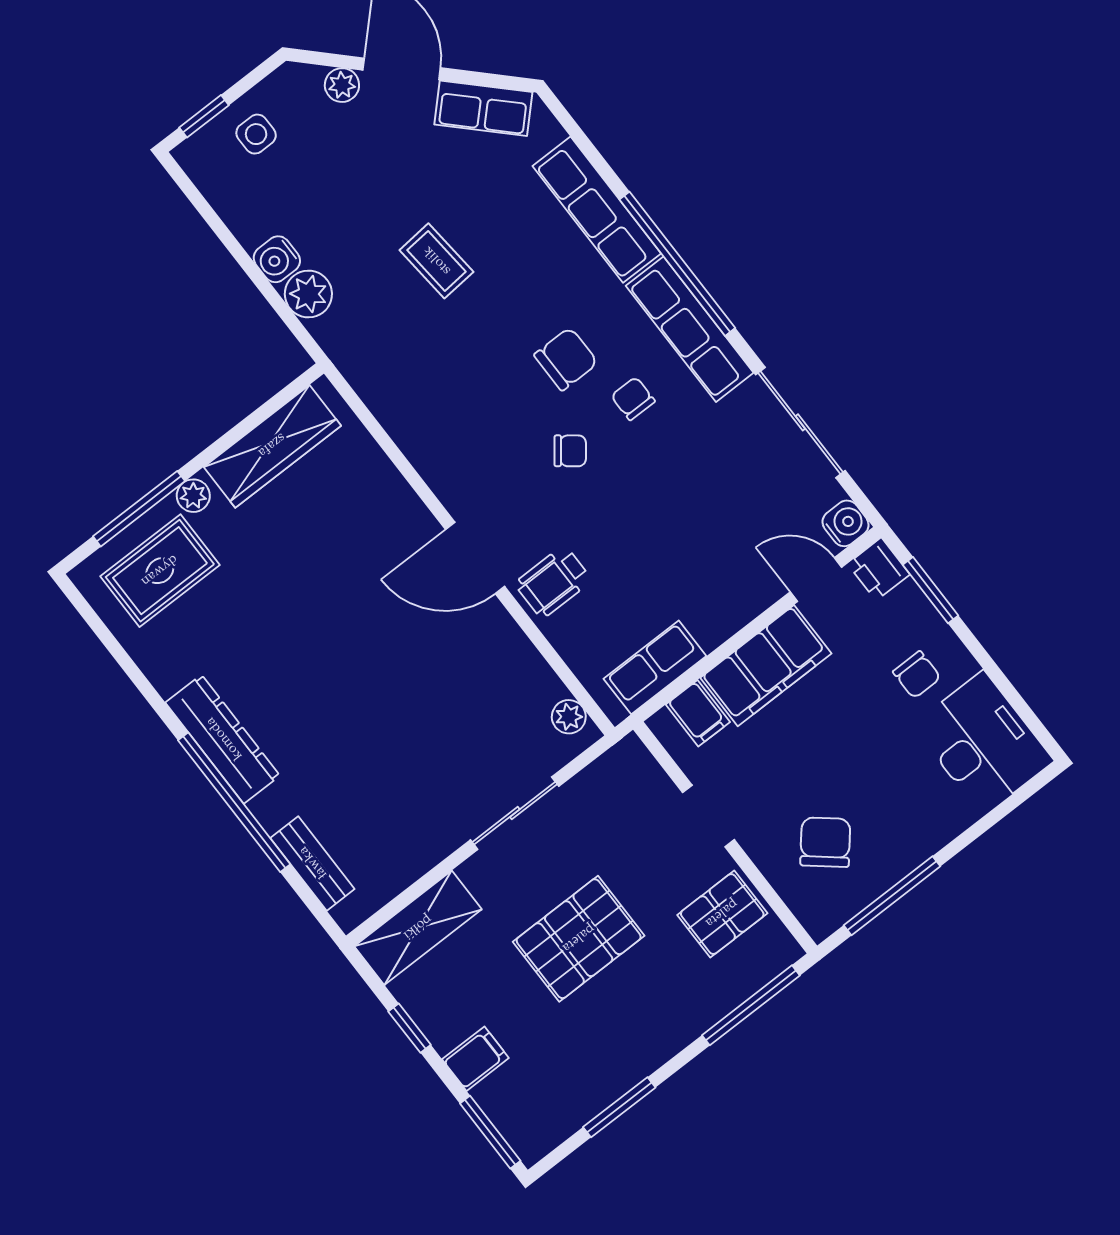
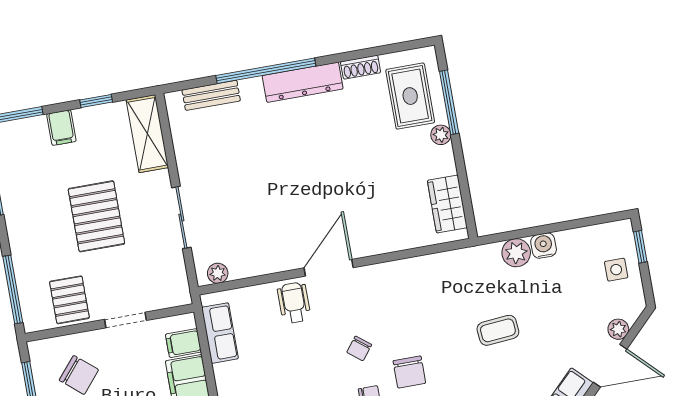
wardrobe: (272, 446) -> (447, 204), width x0.67
shoe rack: (156, 666) -> (361, 67), added

